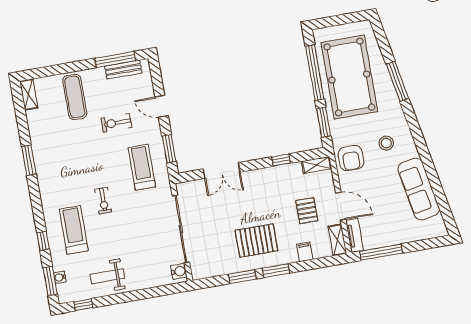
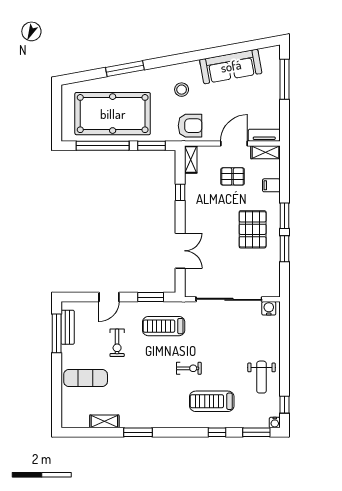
shelving: (29, 94) -> (104, 421), moved
window: (381, 252) -> (284, 79), moved
water cooler: (60, 277) -> (275, 423), moved

